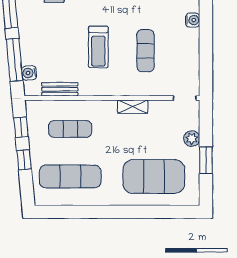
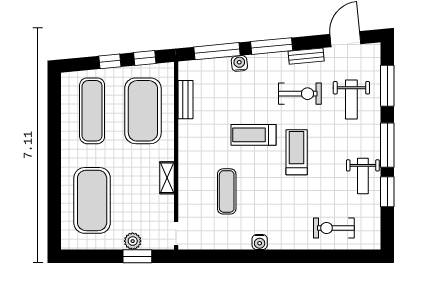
treadmill: (98, 47) -> (254, 135), moved
exercise mat: (145, 51) -> (227, 191), turned 90
water cooler: (29, 73) -> (239, 63), moved
exercise mat: (70, 129) -> (143, 111), width x2.00, depth x1.45
window: (206, 160) -> (137, 256), moved

